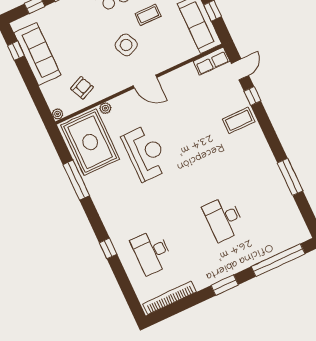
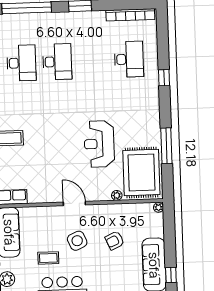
armchair: (82, 88) -> (115, 241), moved
desk: (260, 202) -> (21, 63), added

